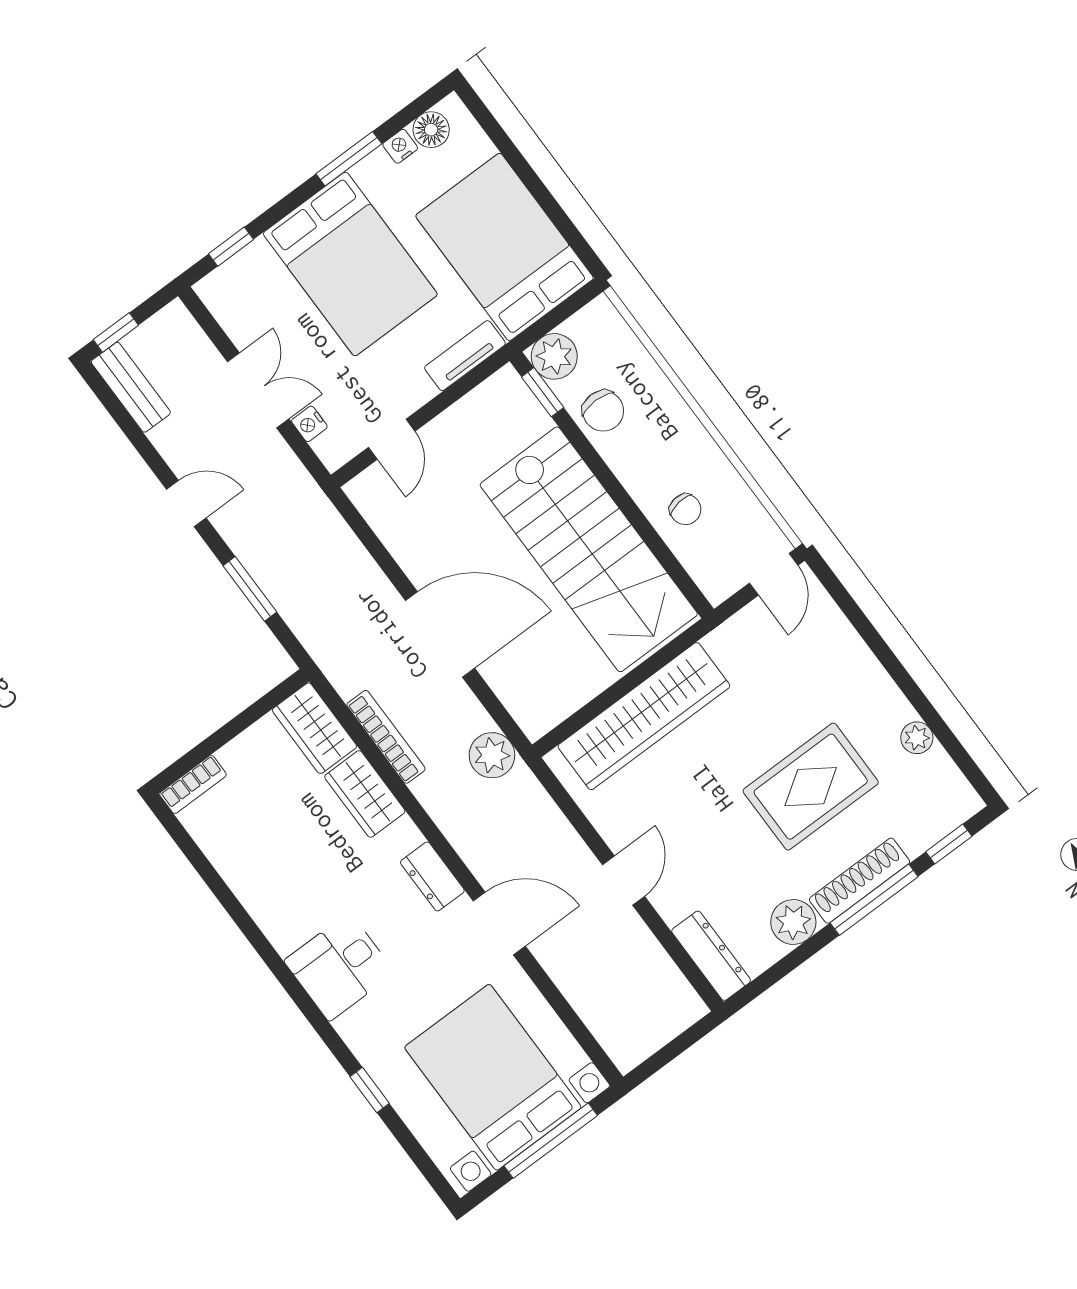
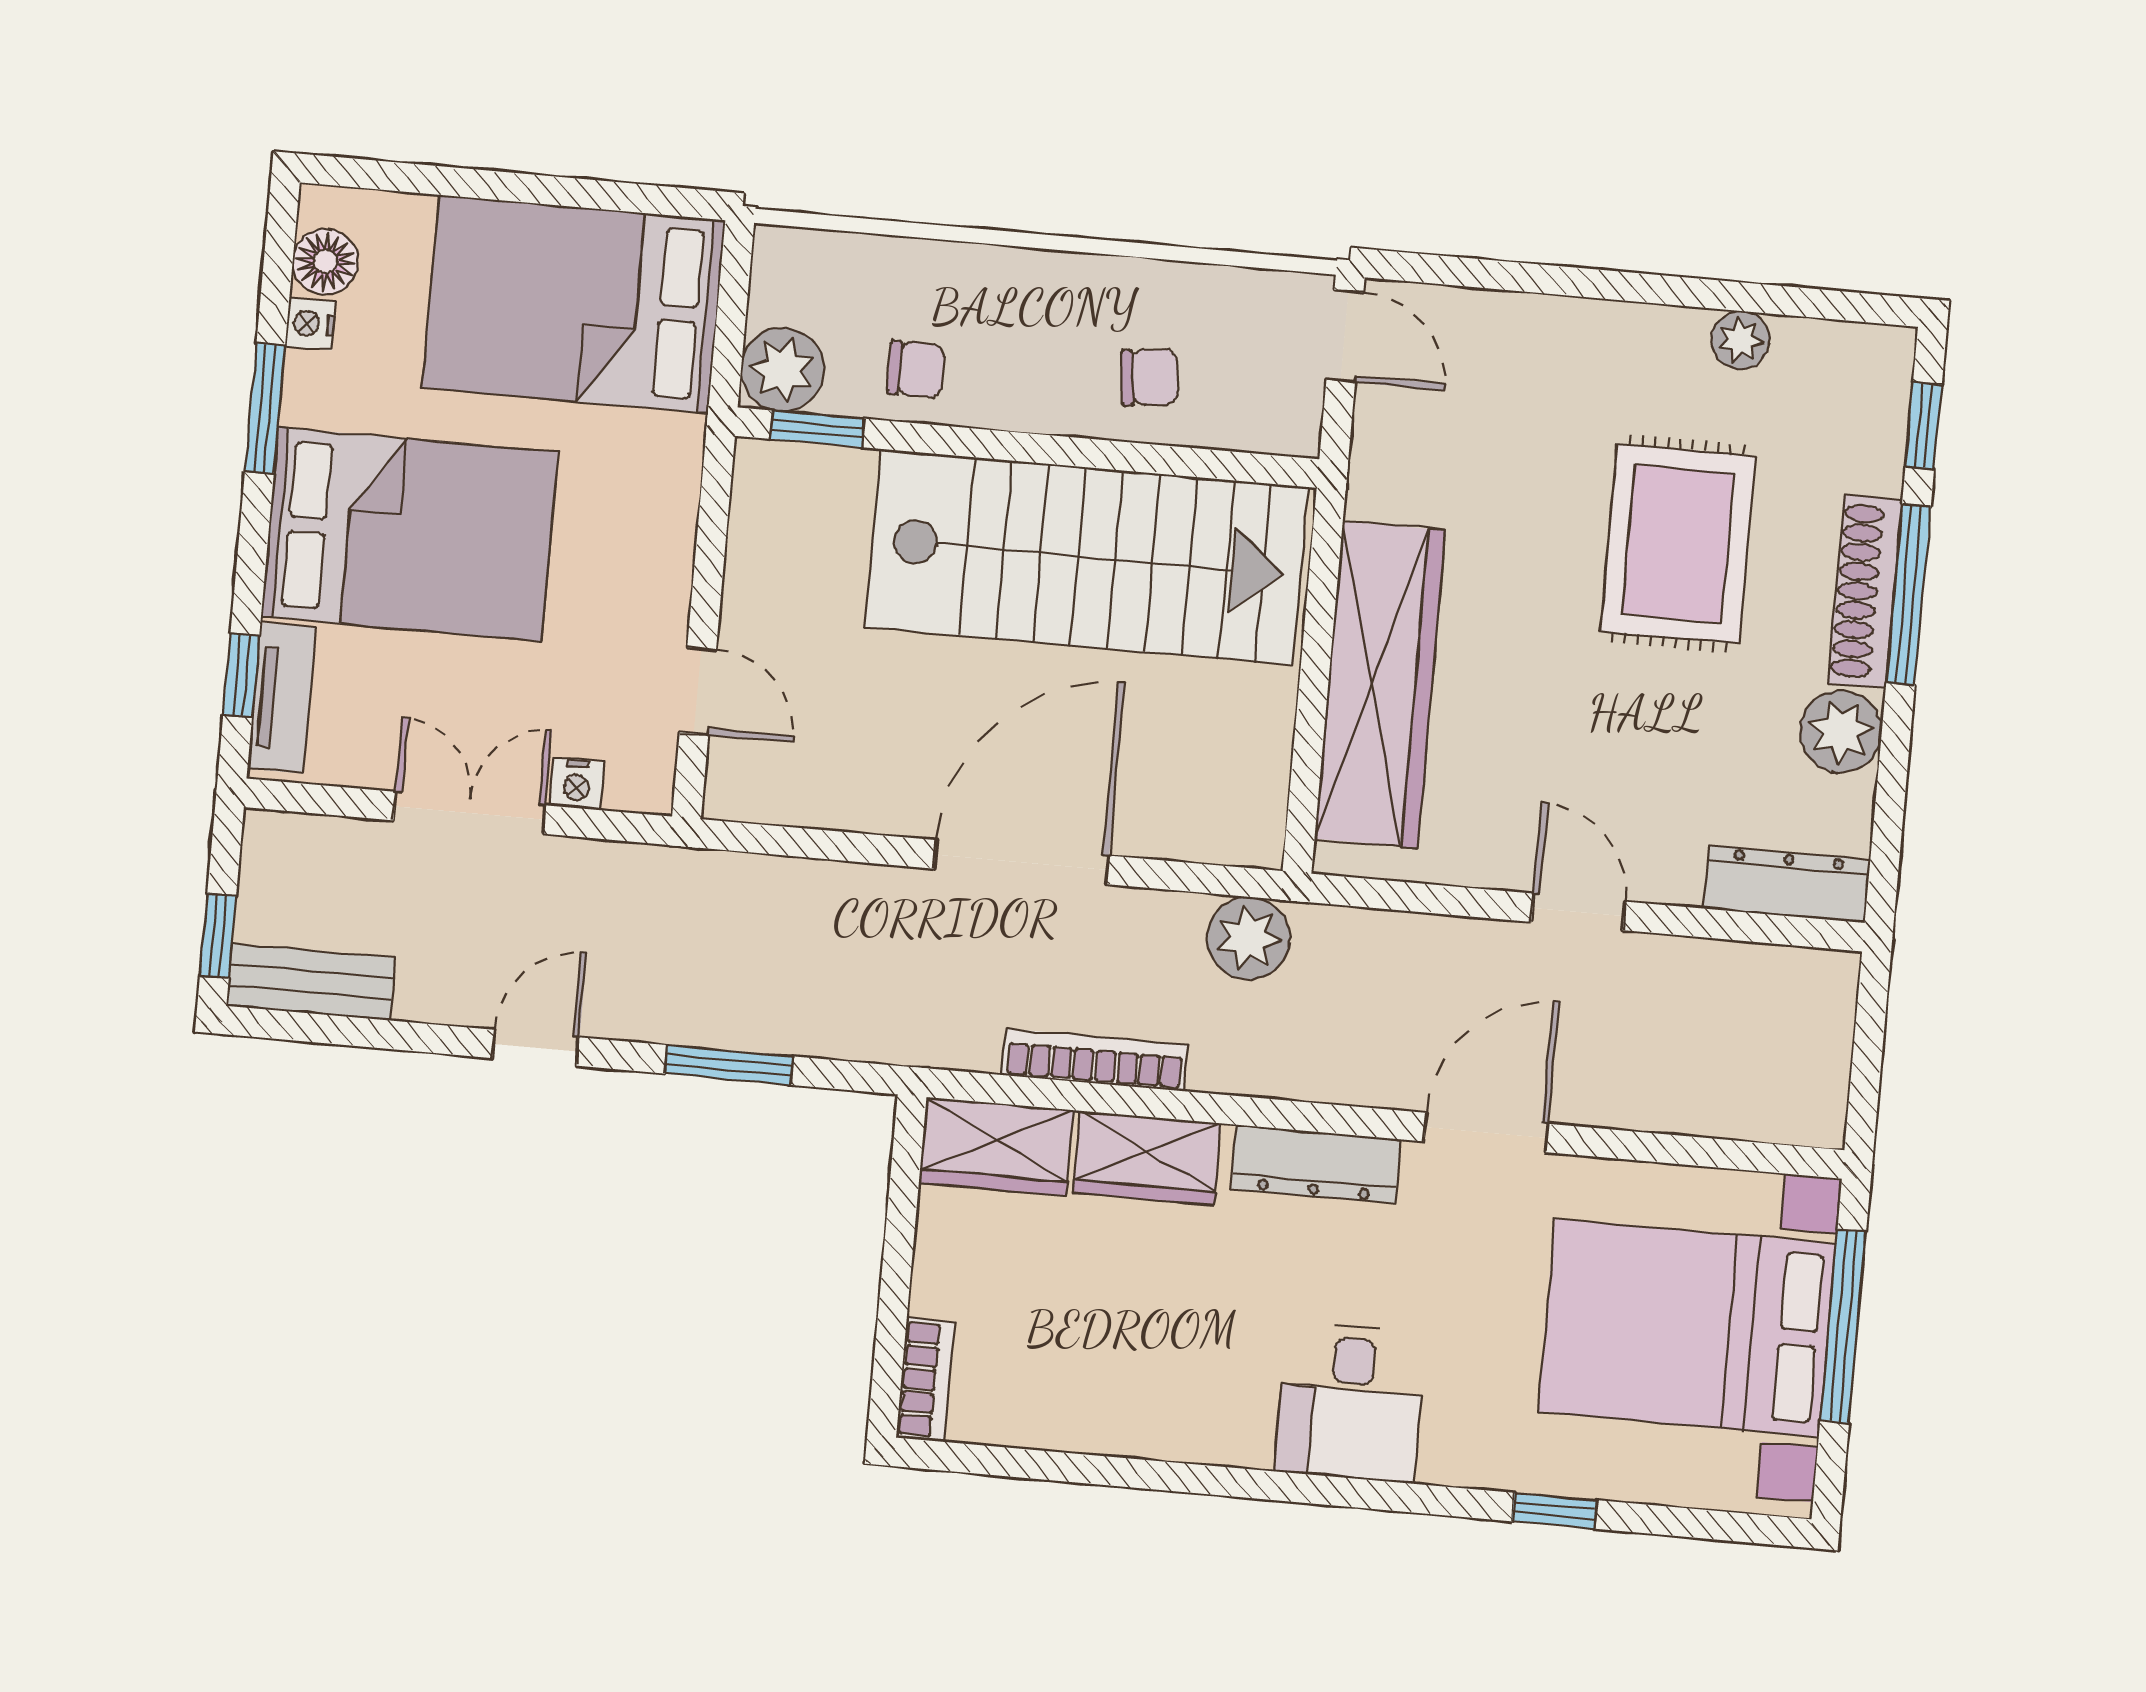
tv unit: (465, 356) -> (282, 698), moved, turned 180
chair: (603, 411) -> (916, 369), width x0.73, depth x0.73
dresser: (432, 876) -> (1316, 1164), width x1.44

